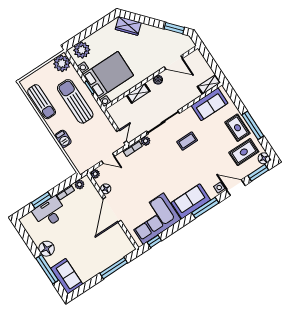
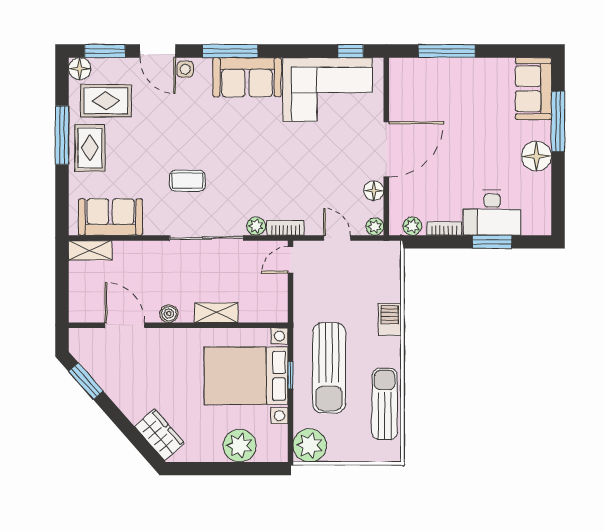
plant: (82, 50) -> (240, 446), moved

